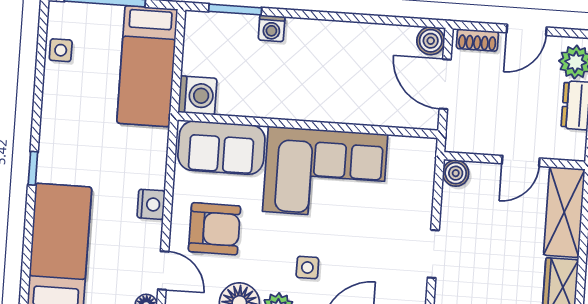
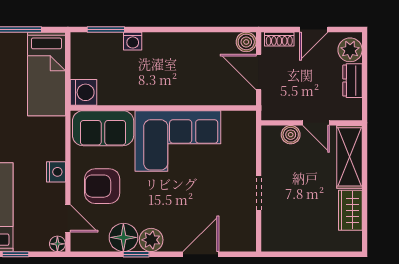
door: (521, 161) -> (316, 123), hinge flipped
boiler: (456, 173) -> (291, 135), moved
armchair: (215, 229) -> (102, 186), turned 180
side table: (307, 267) -> (170, 209), removed

